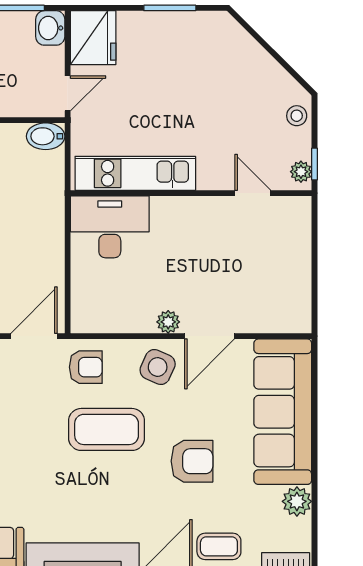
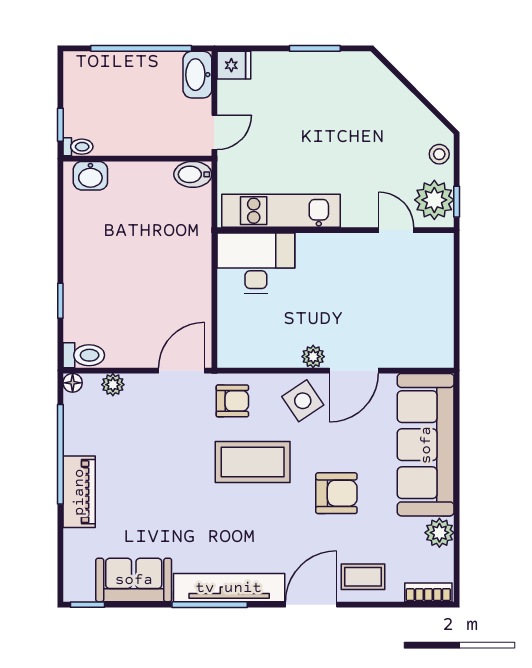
washbasin: (50, 28) -> (197, 75), width x1.38
fridge: (93, 38) -> (234, 65), width x0.53, depth x0.75
plant: (301, 172) -> (434, 200), width x1.88, depth x1.88
side table: (158, 367) -> (303, 401), turned 32

